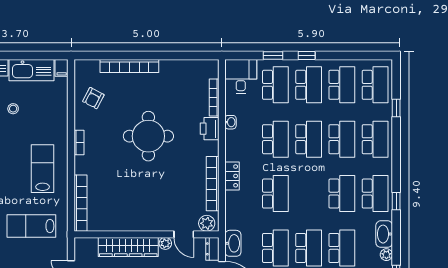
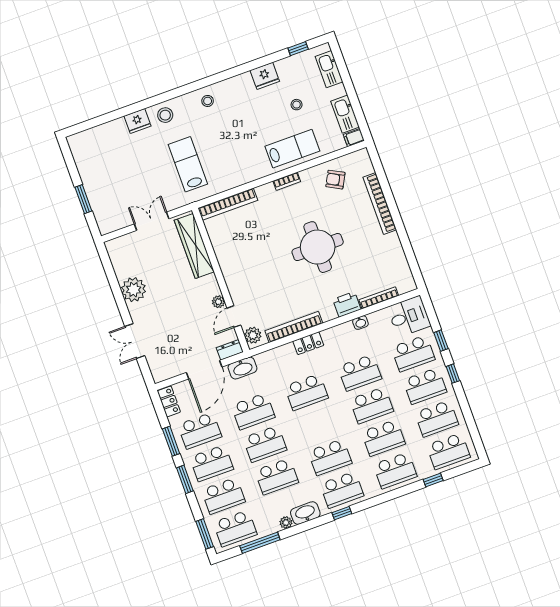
kitchen sink: (31, 70) -> (345, 114), width x0.73, depth x0.81
lab bench: (43, 169) -> (292, 149), moved
wardrobe: (128, 247) -> (194, 246), moved

